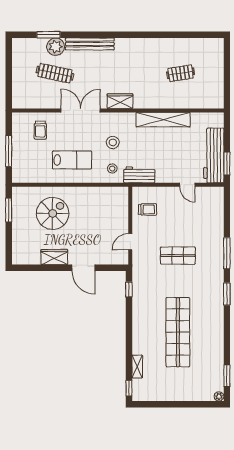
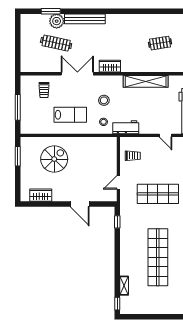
shop shelf: (178, 256) -> (158, 194), width x1.43, depth x1.36
wardrobe: (54, 257) -> (41, 195), moved

